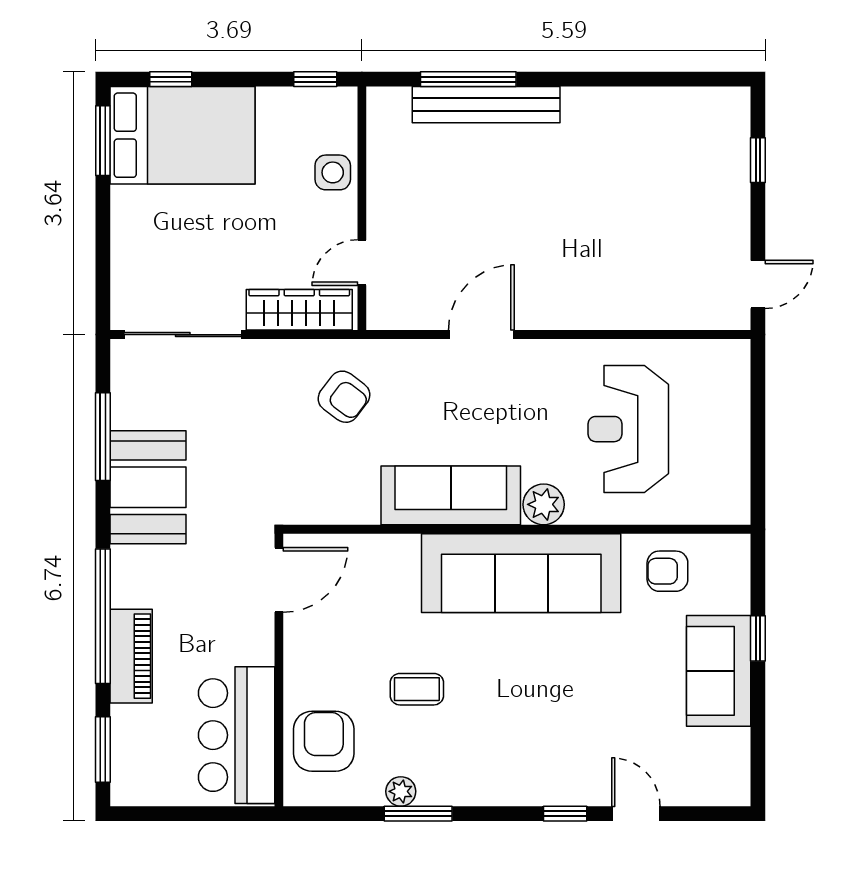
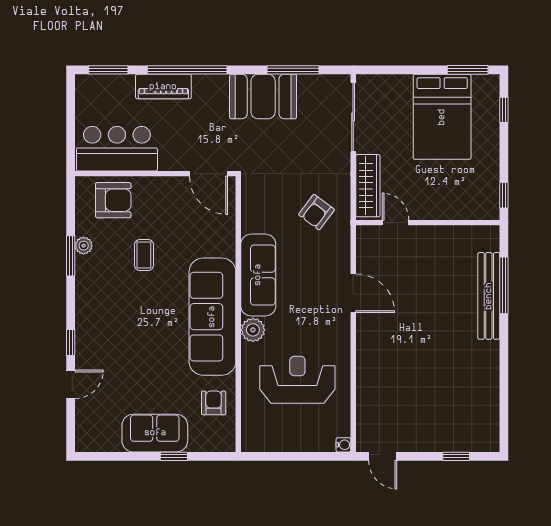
bed: (182, 135) -> (442, 117), moved
side table: (333, 172) -> (449, 205), removed
water cooler: (738, 351) -> (343, 445), added

